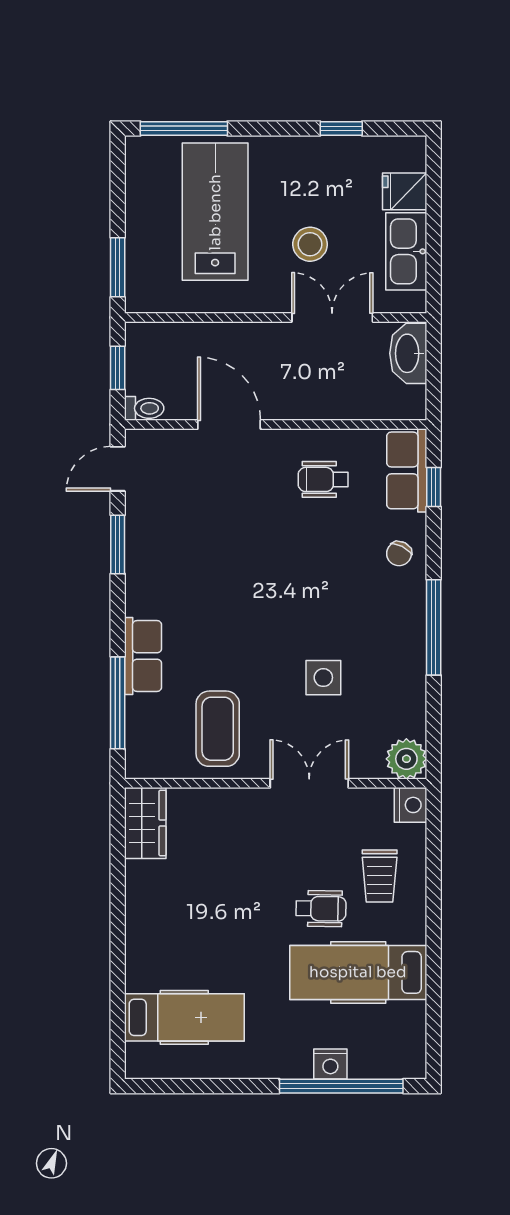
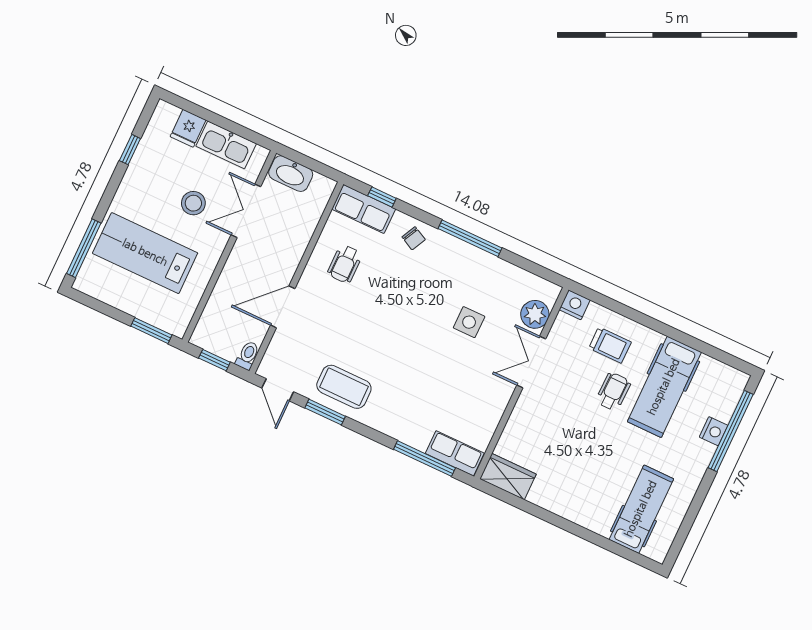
row of seats: (143, 656) -> (455, 453), moved
coffee table: (218, 729) -> (344, 387), moved
plant: (406, 759) -> (535, 314), moved

